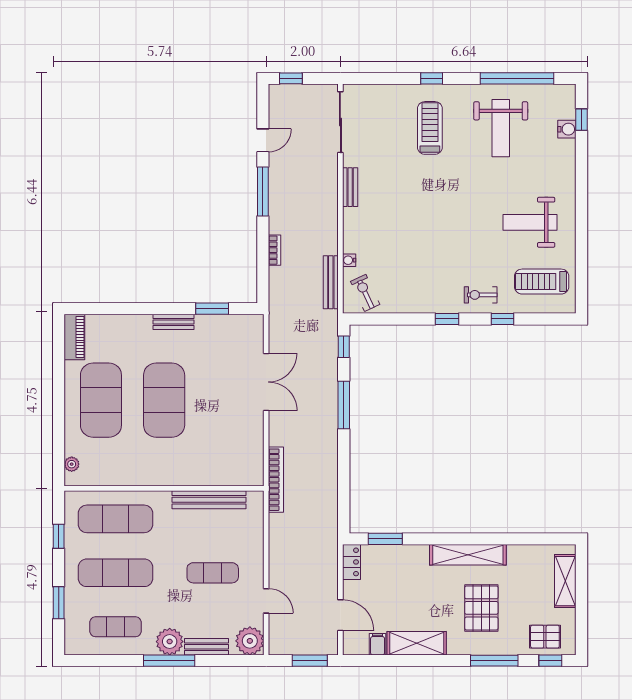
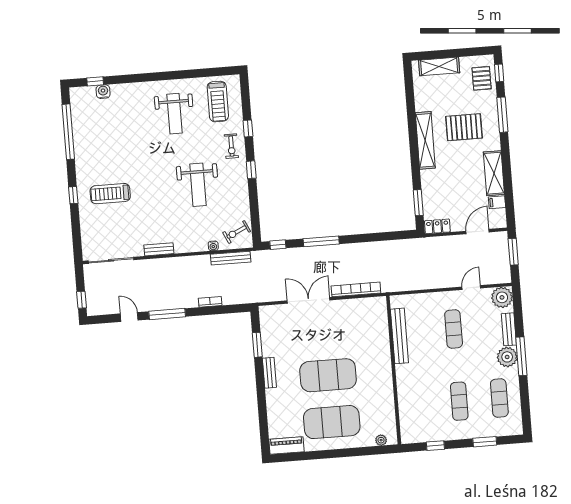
weight bench: (501, 128) -> (198, 185), moved, turned 90
bookcase: (276, 480) -> (356, 289), moved
exercise mat: (116, 519) -> (419, 404), removed
exercise mat: (116, 573) -> (459, 401), width x0.73, depth x0.69

